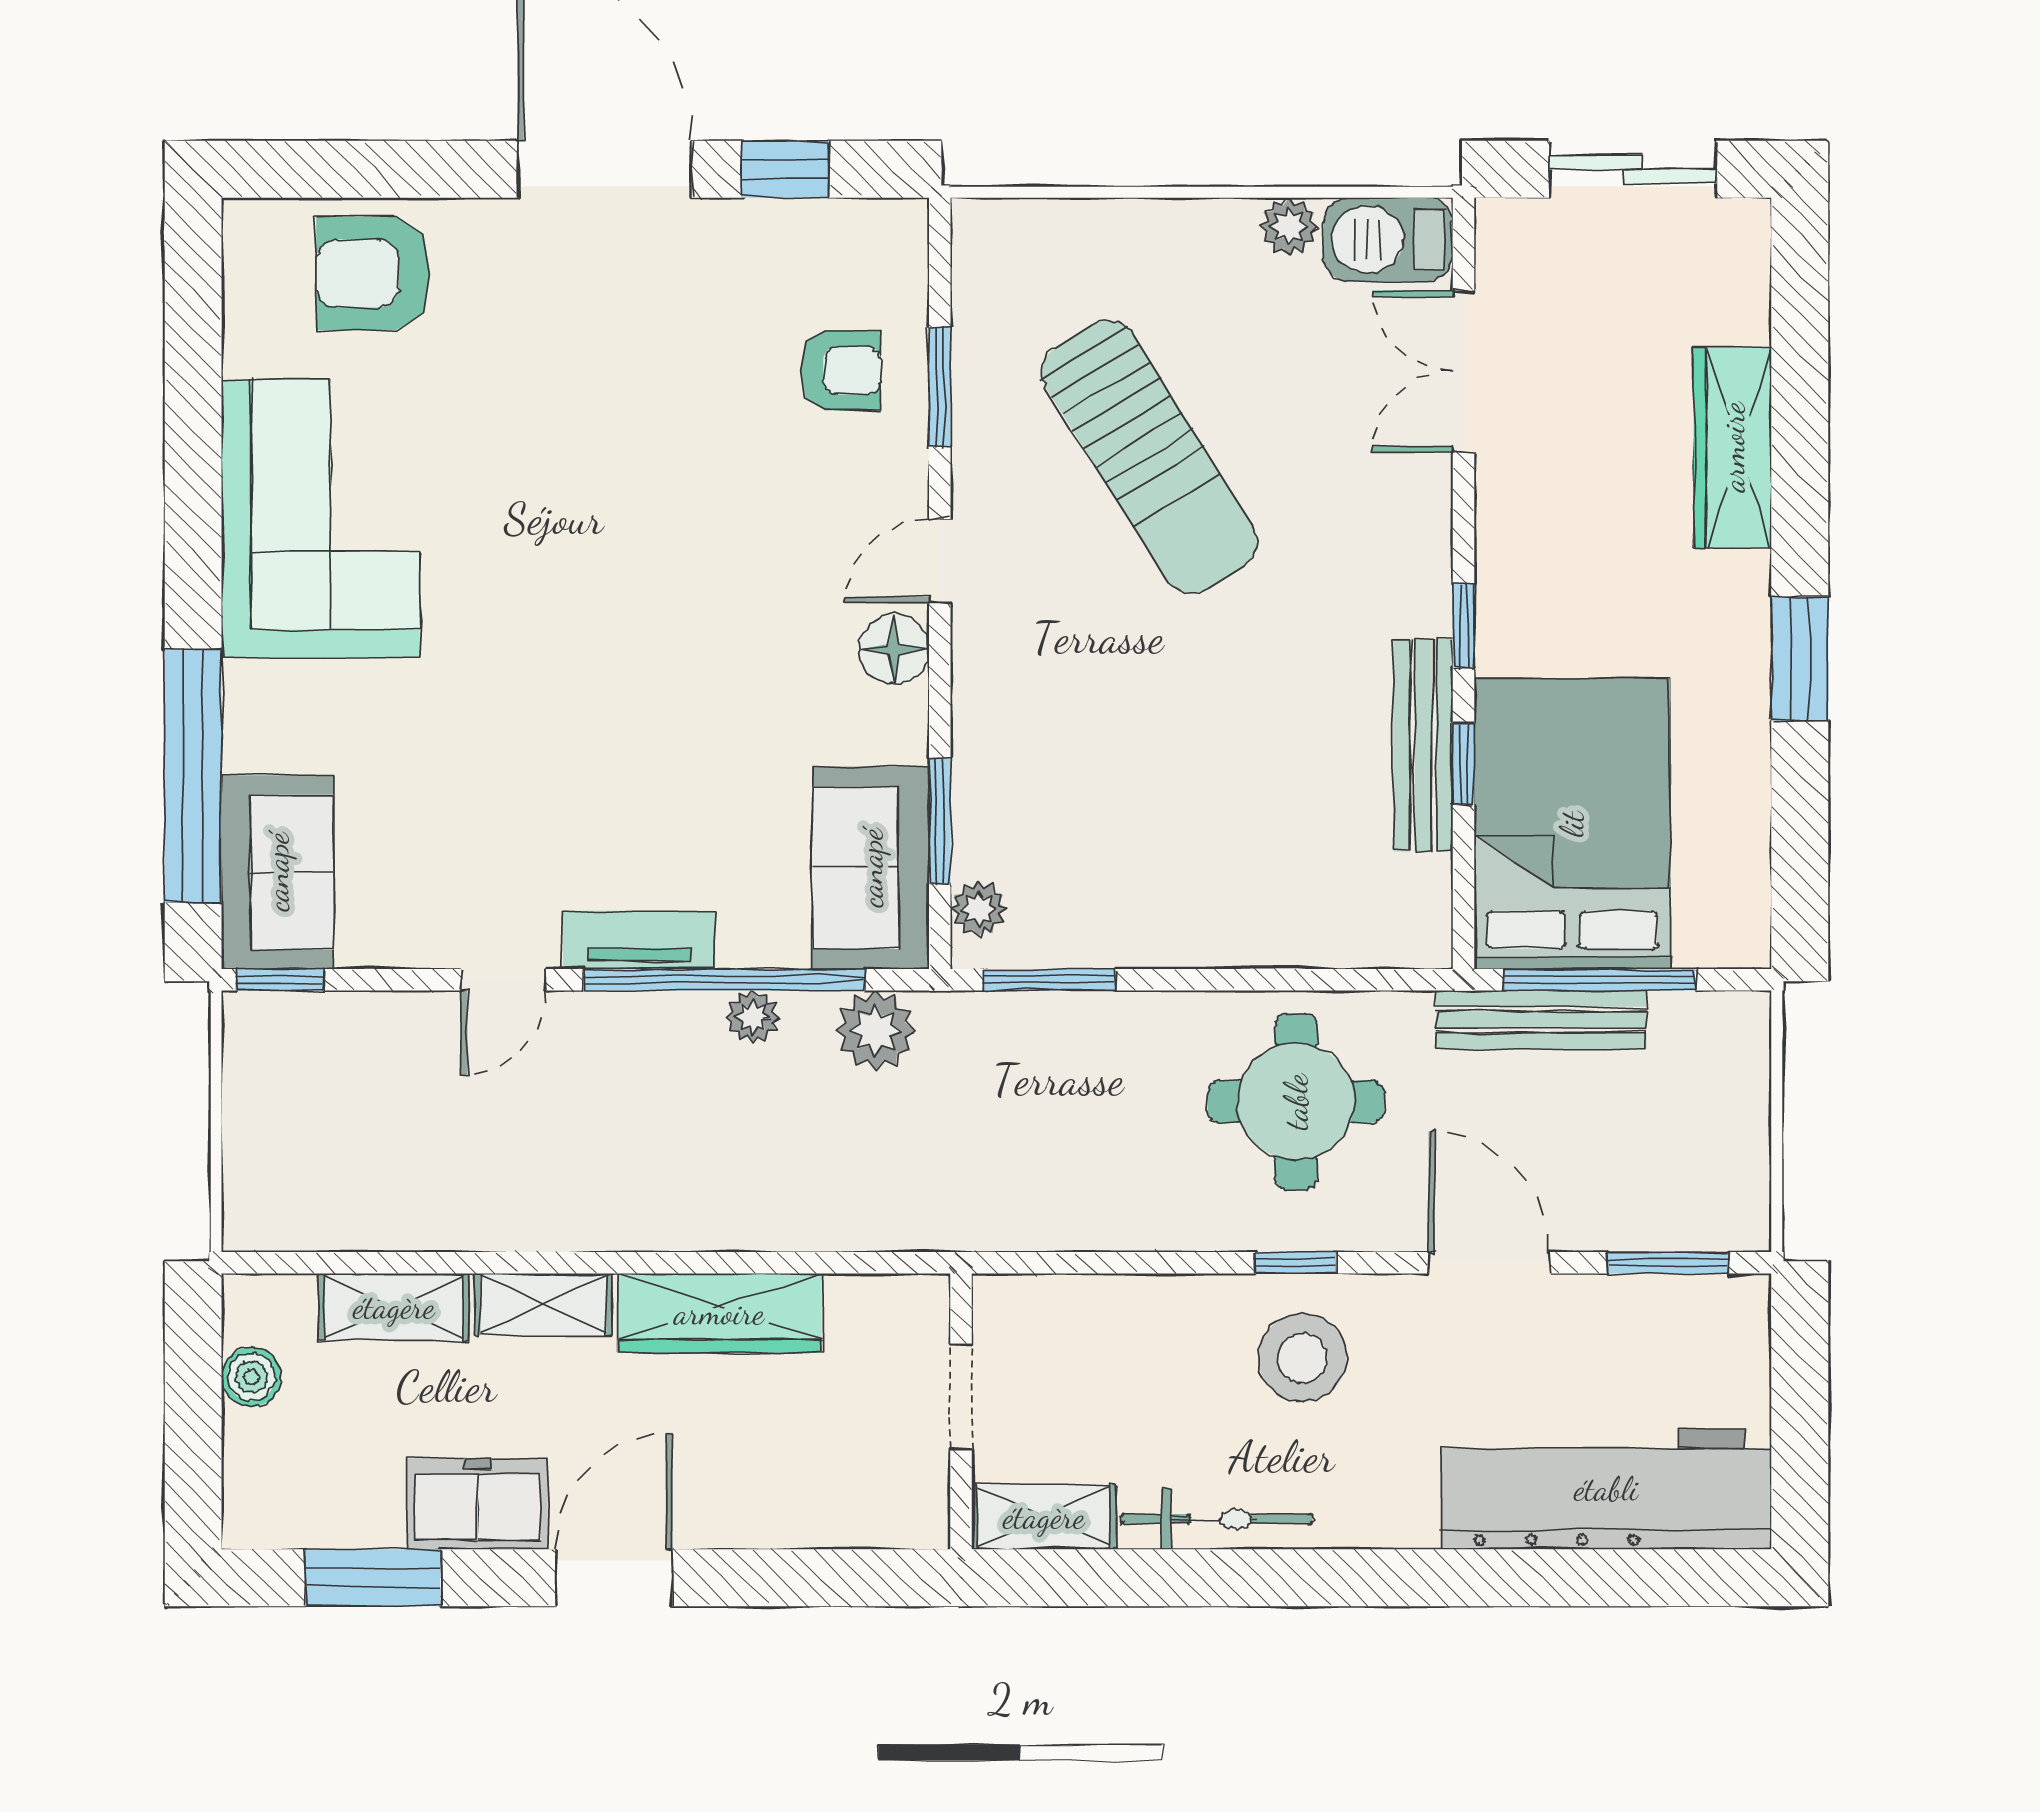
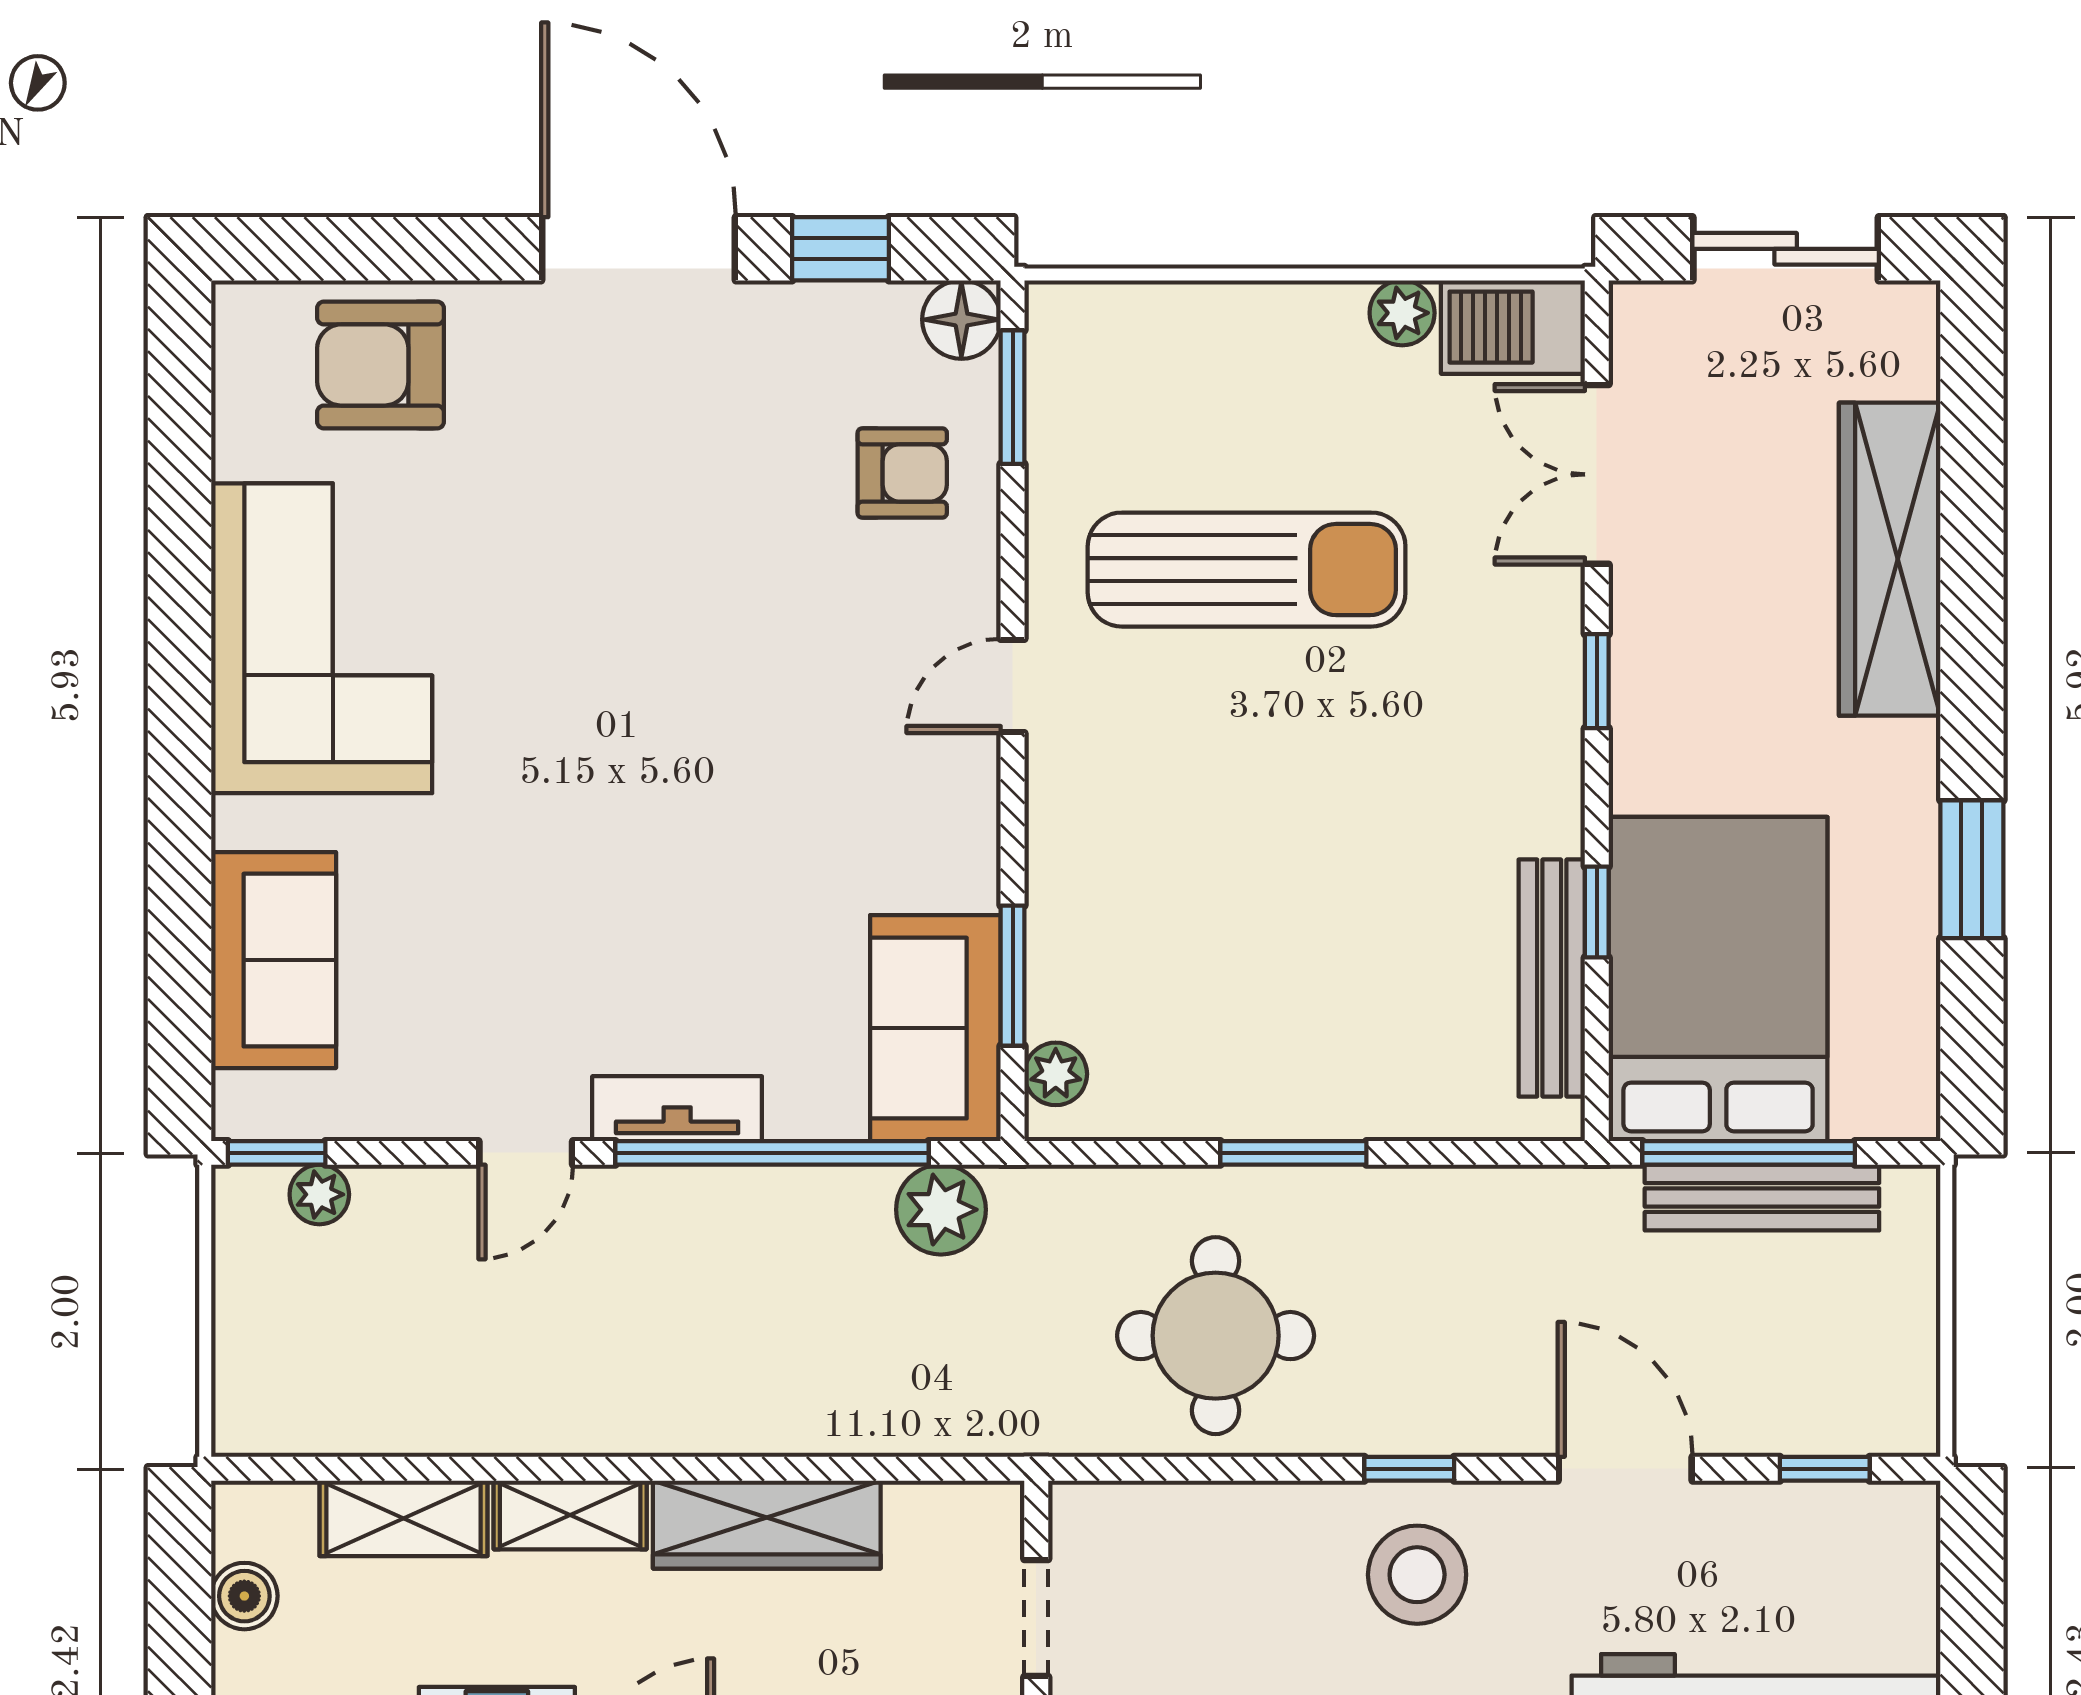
window: (940, 387) -> (1013, 397), moved
wardrobe: (1733, 447) -> (1890, 559), width x1.40, depth x1.17
sun lounger: (1150, 457) -> (1247, 570), turned -58
window: (1464, 626) -> (1597, 681), moved
floor lamp: (894, 649) -> (961, 320), moved
window: (1800, 659) -> (1972, 869), moved
bench: (1423, 745) -> (1552, 978), moved
window: (193, 776) -> (180, 926), removed
sofa: (277, 872) -> (274, 960), moved
window: (1050, 980) -> (1293, 1153), moved
plant: (753, 1017) -> (319, 1194), moved
bench: (1541, 1020) -> (1762, 1198), moved
round table: (1296, 1102) -> (1216, 1336), moved
window: (1668, 1263) -> (1825, 1469), width x0.67

